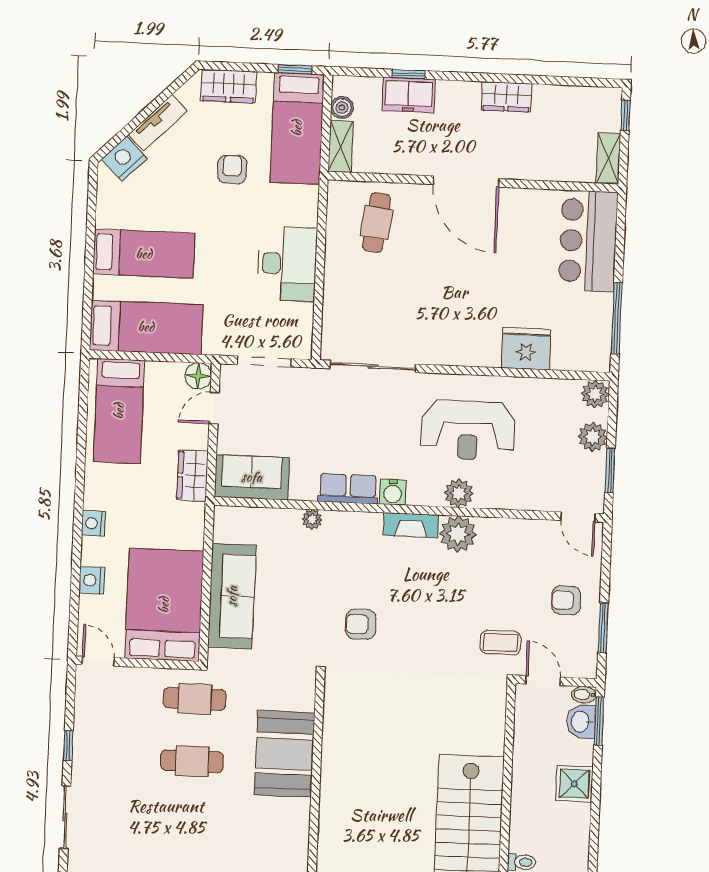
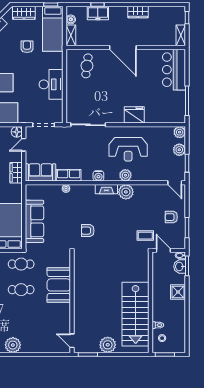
fridge: (526, 349) -> (134, 115), moved
row of seats: (348, 489) -> (69, 175), moved

